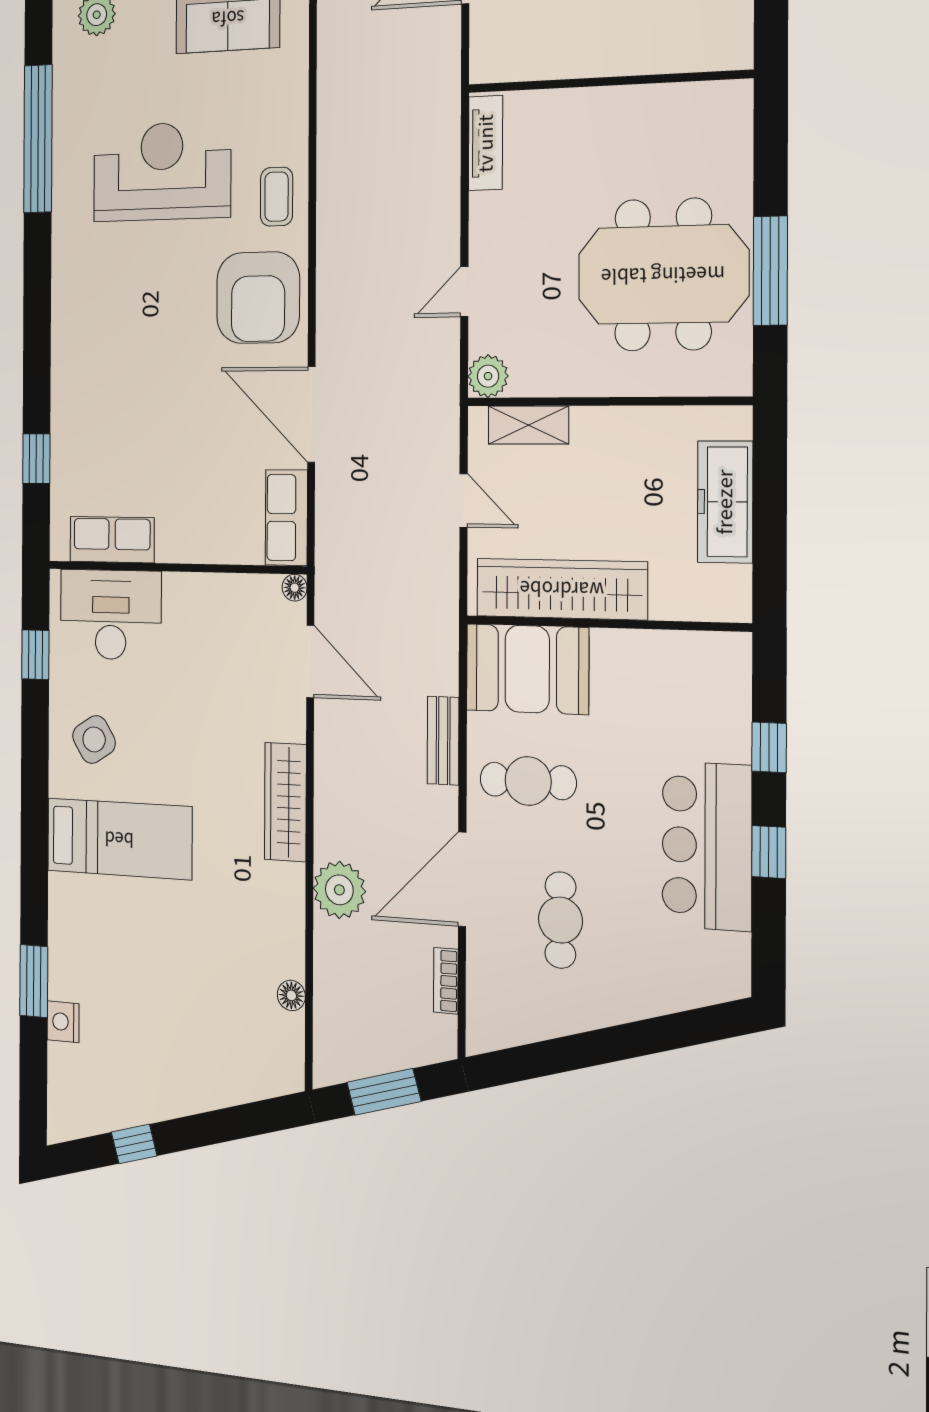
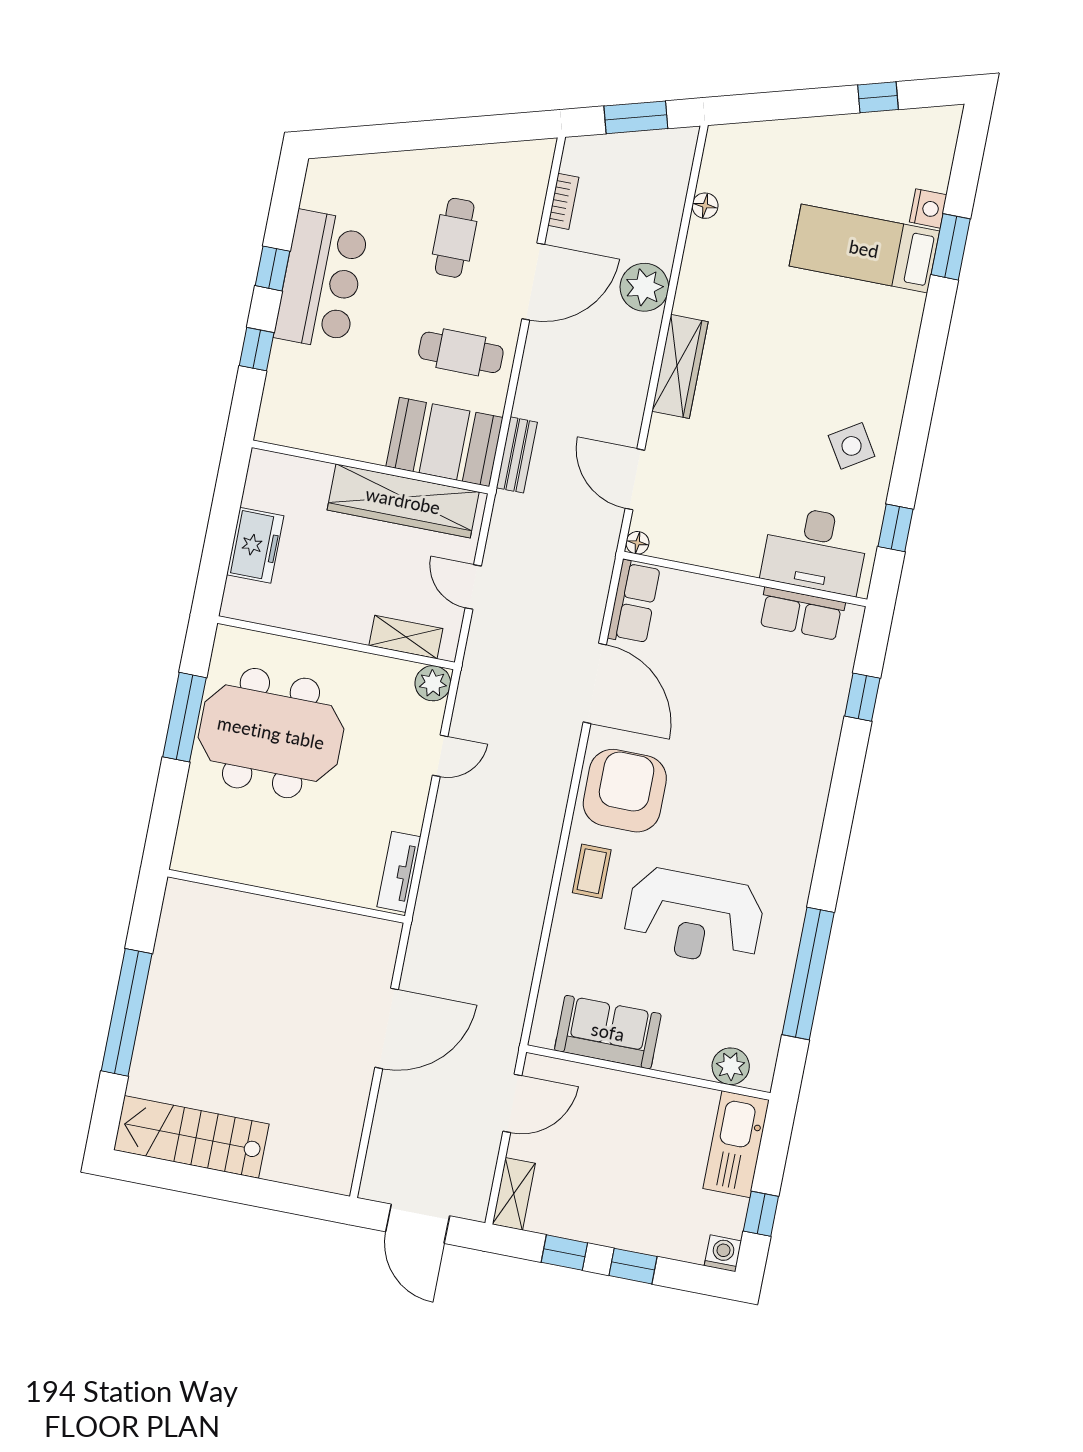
freezer: (725, 502) -> (255, 545), width x0.71
bench: (443, 741) -> (517, 455), moved
bed: (119, 839) -> (864, 249), moved

